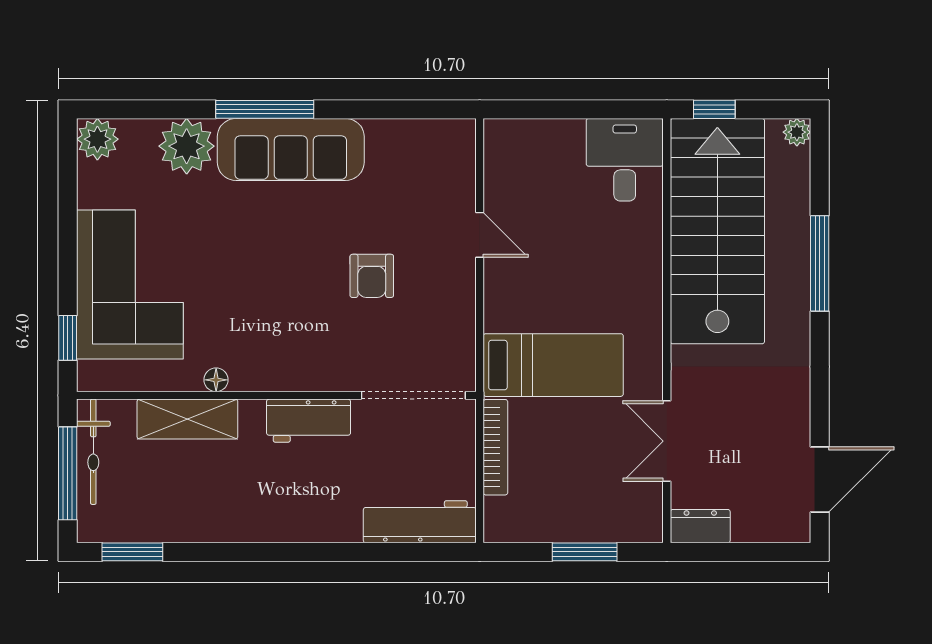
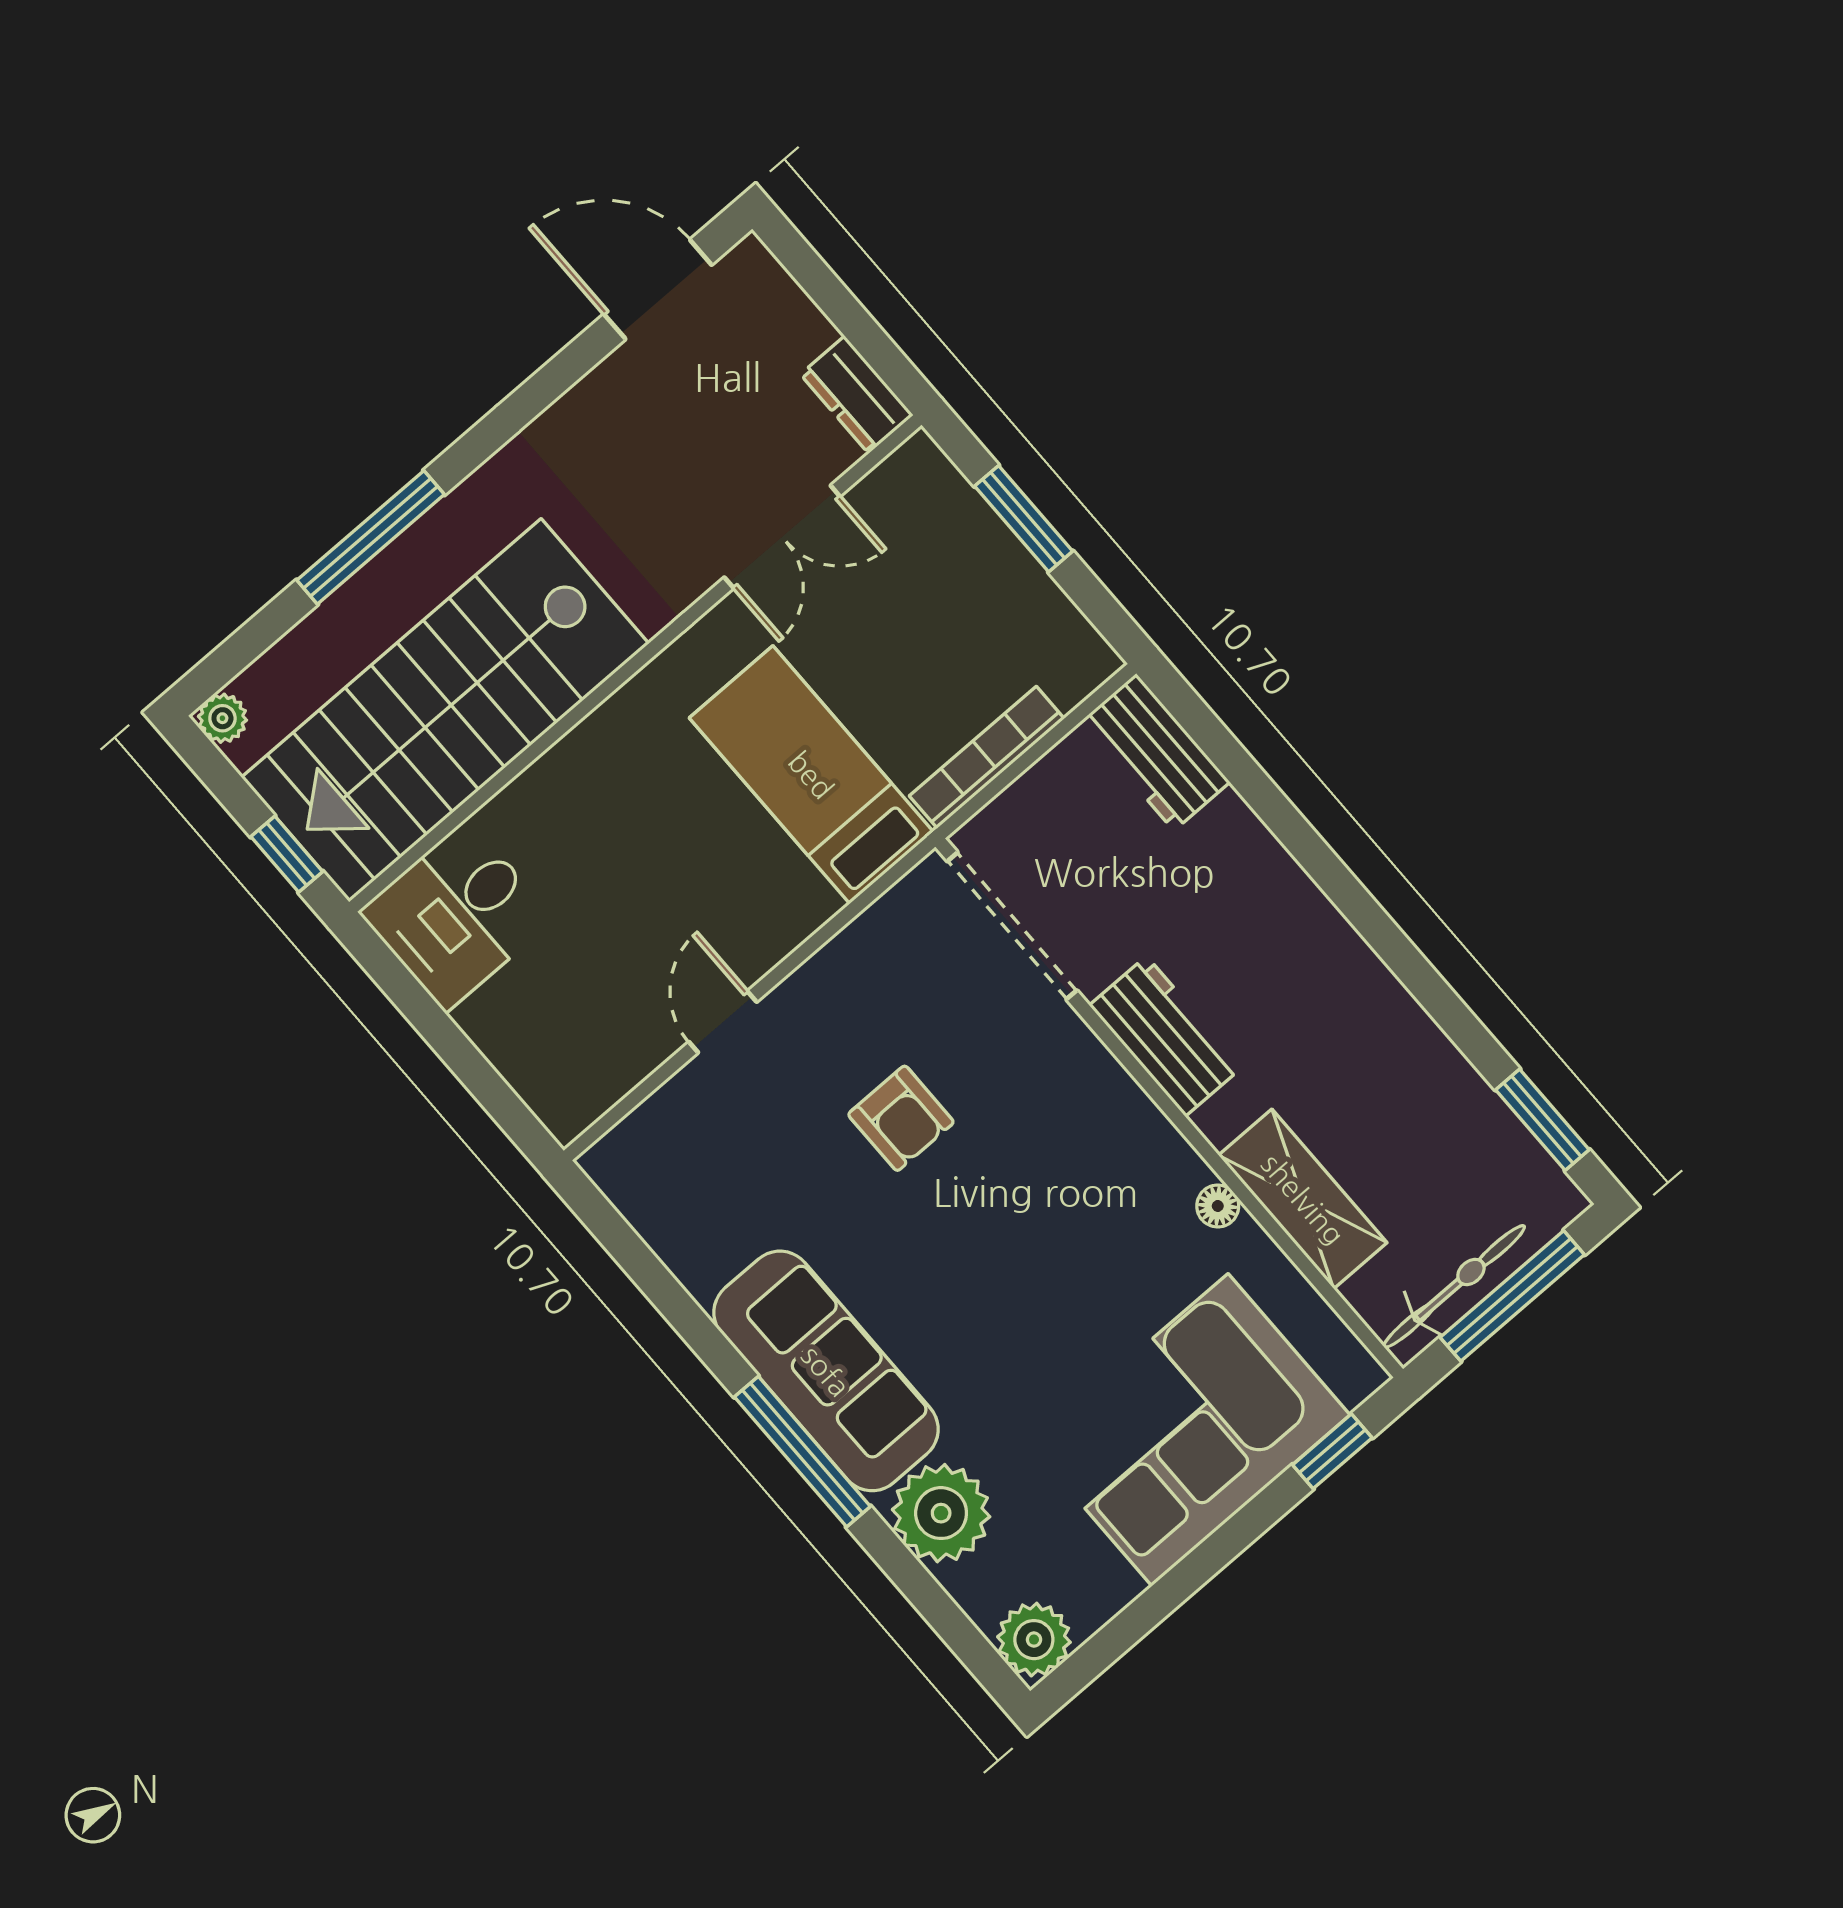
armchair: (372, 276) -> (901, 1118), turned 90
workbench: (420, 522) -> (1155, 752), width x0.73

